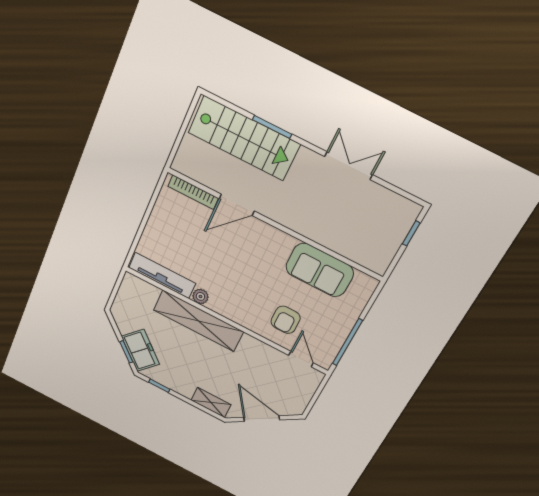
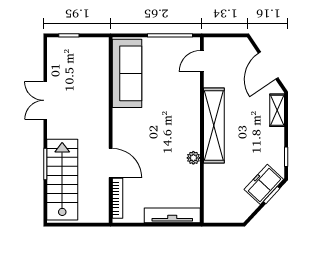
sofa: (320, 270) -> (127, 73), width x1.36
tv unit: (162, 275) -> (172, 215), moved, turned 90
armchair: (286, 320) -> (177, 87), removed
shelving: (198, 321) -> (214, 125), moved

